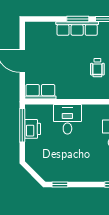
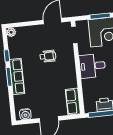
water cooler: (31, 34) -> (25, 114), added
desk: (67, 119) -> (92, 66), moved

